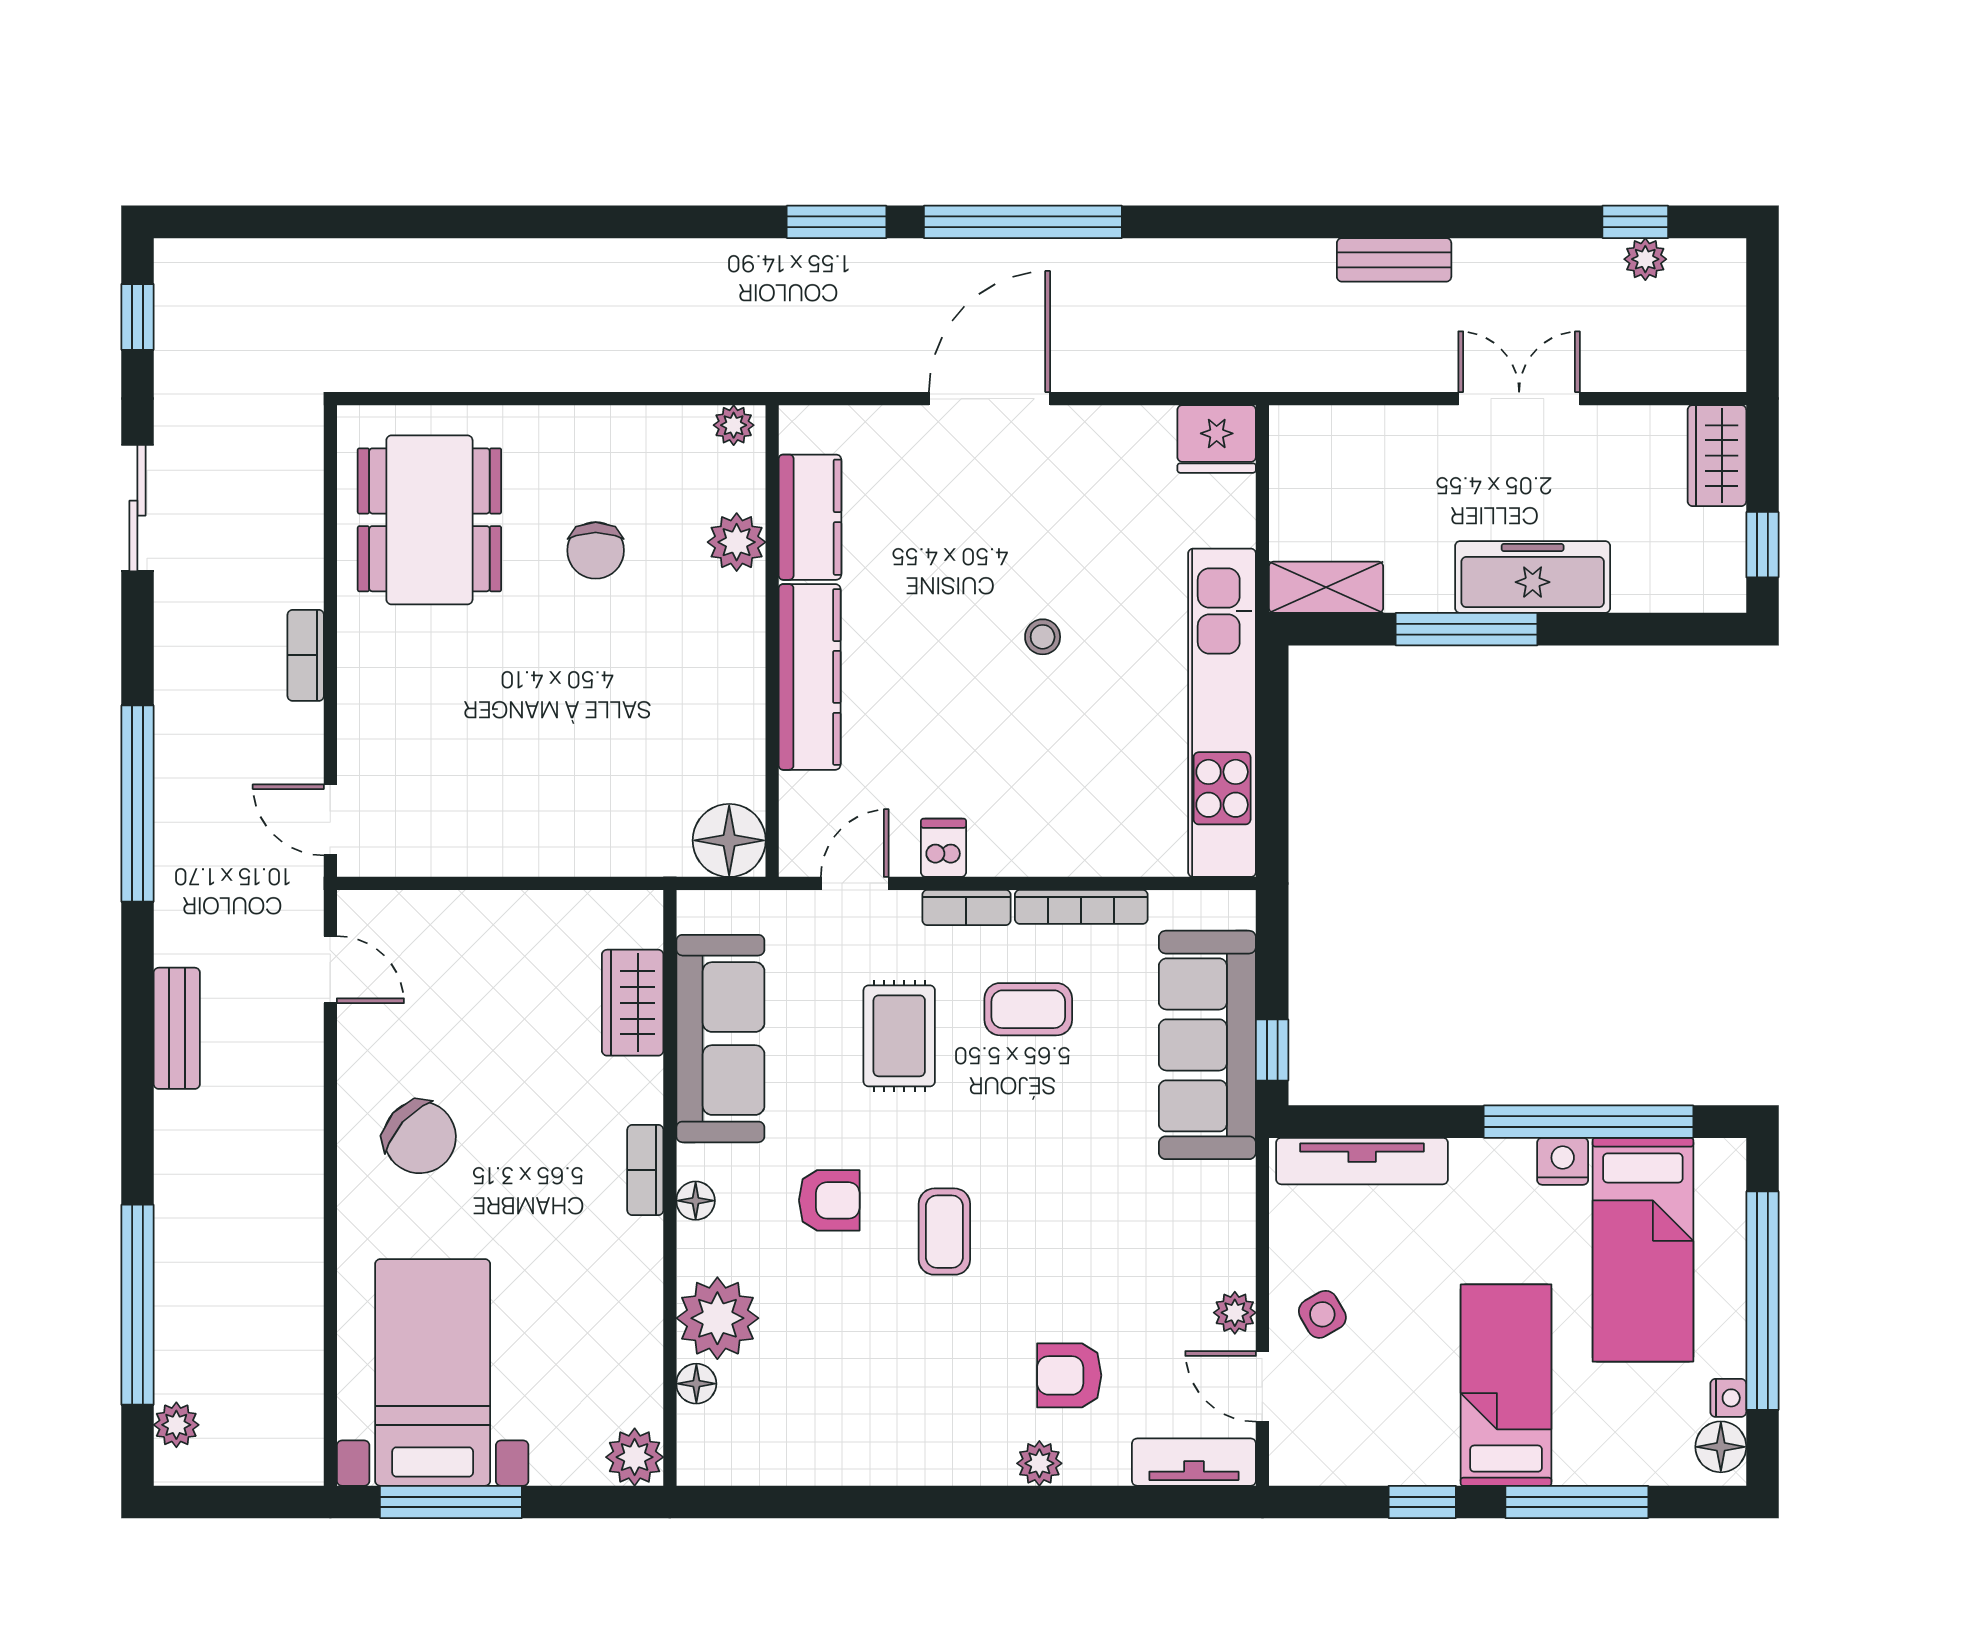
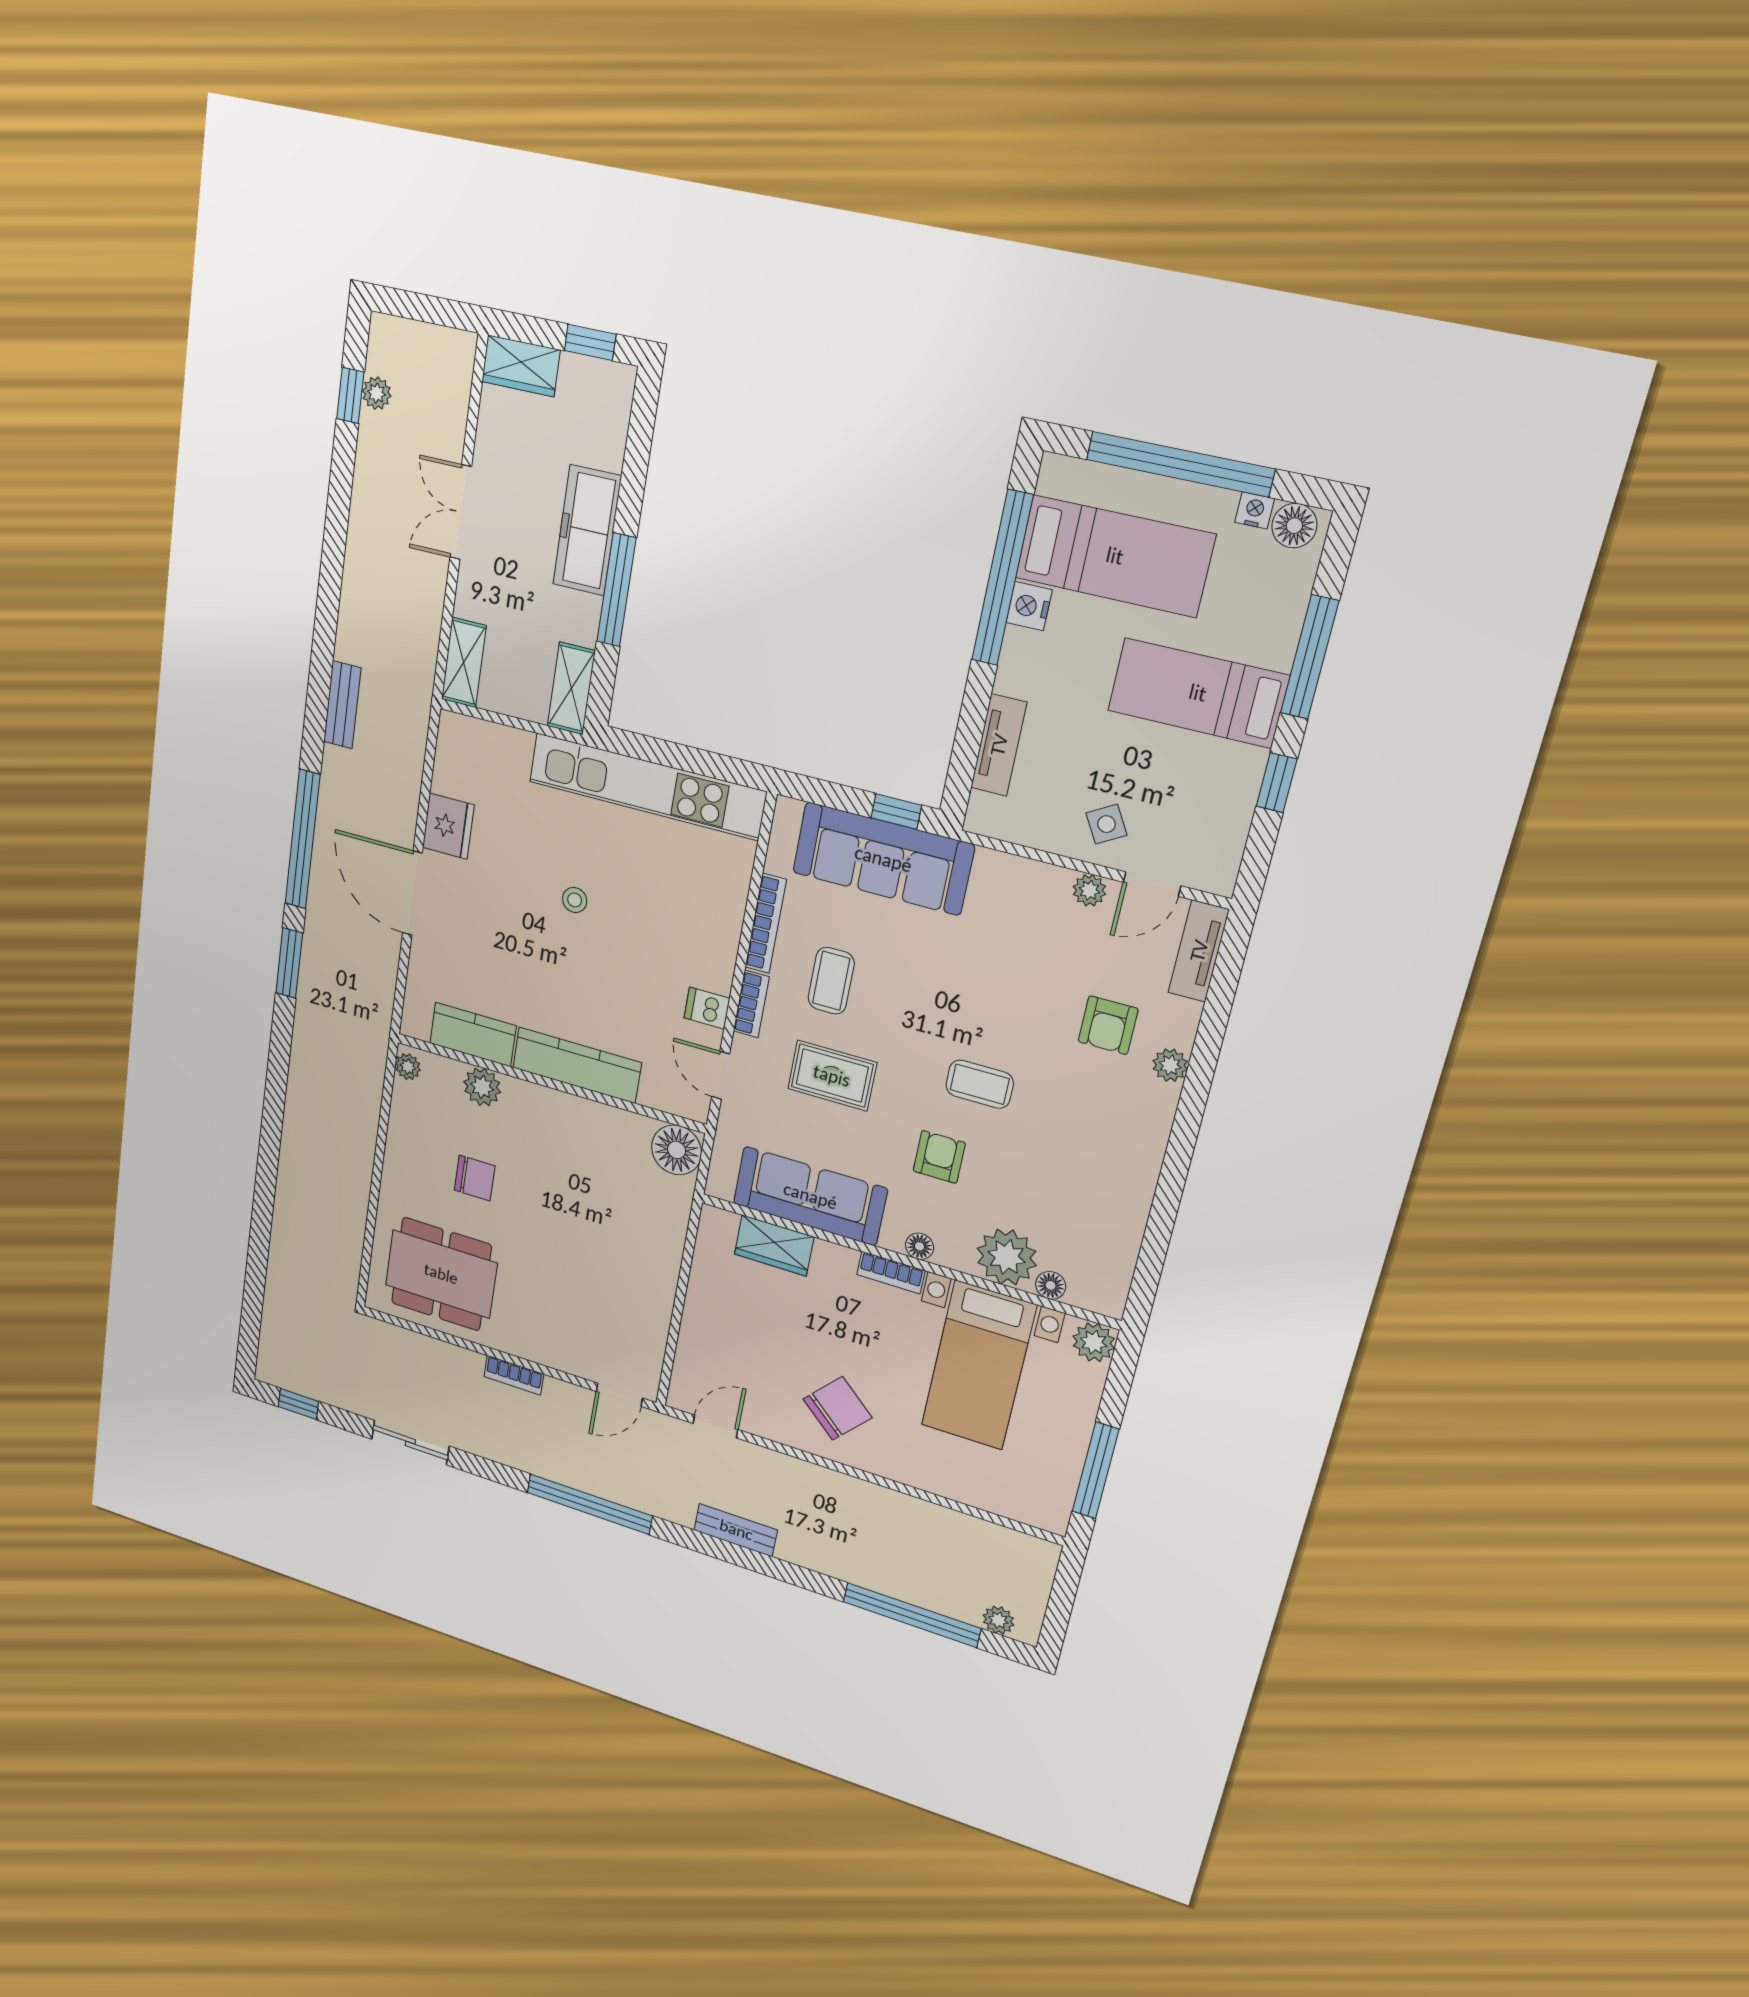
bench: (1394, 260) -> (342, 705), moved
shelving: (1325, 430) -> (464, 662), added
fridge: (1217, 439) -> (448, 826), moved
tv unit: (1362, 1161) -> (999, 745), width x0.71
bed with nightstands: (433, 1372) -> (979, 1366), moved, turned -90

